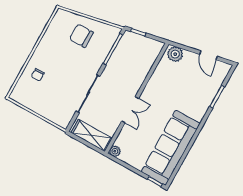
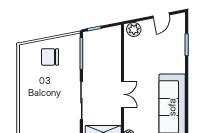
door: (208, 55) -> (161, 15), hinge flipped
chair: (38, 75) -> (32, 108), removed

